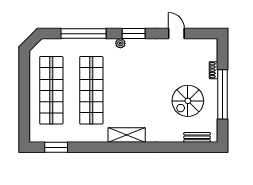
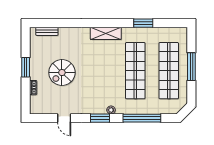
window: (223, 94) -> (26, 67), width x0.47
window: (24, 95) -> (191, 67), added
spiral stairs: (188, 101) -> (62, 73), moved, turned 180
window: (56, 147) -> (143, 23), moved

